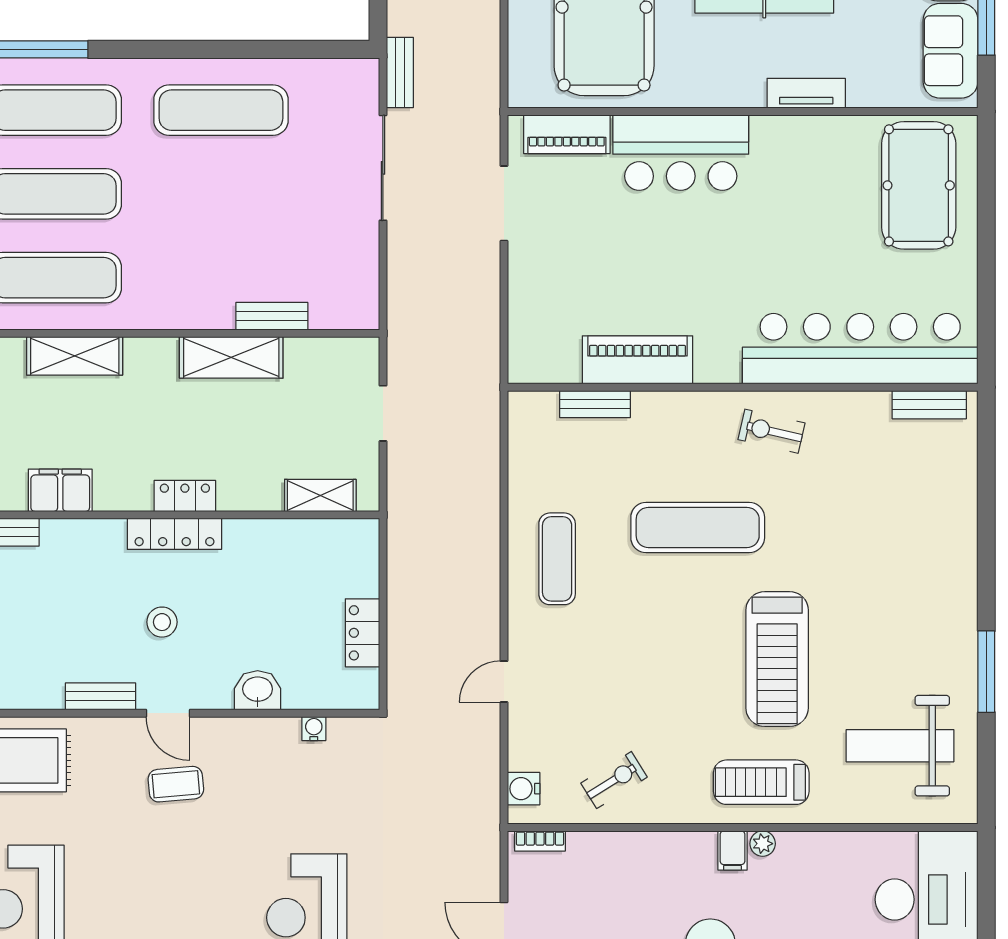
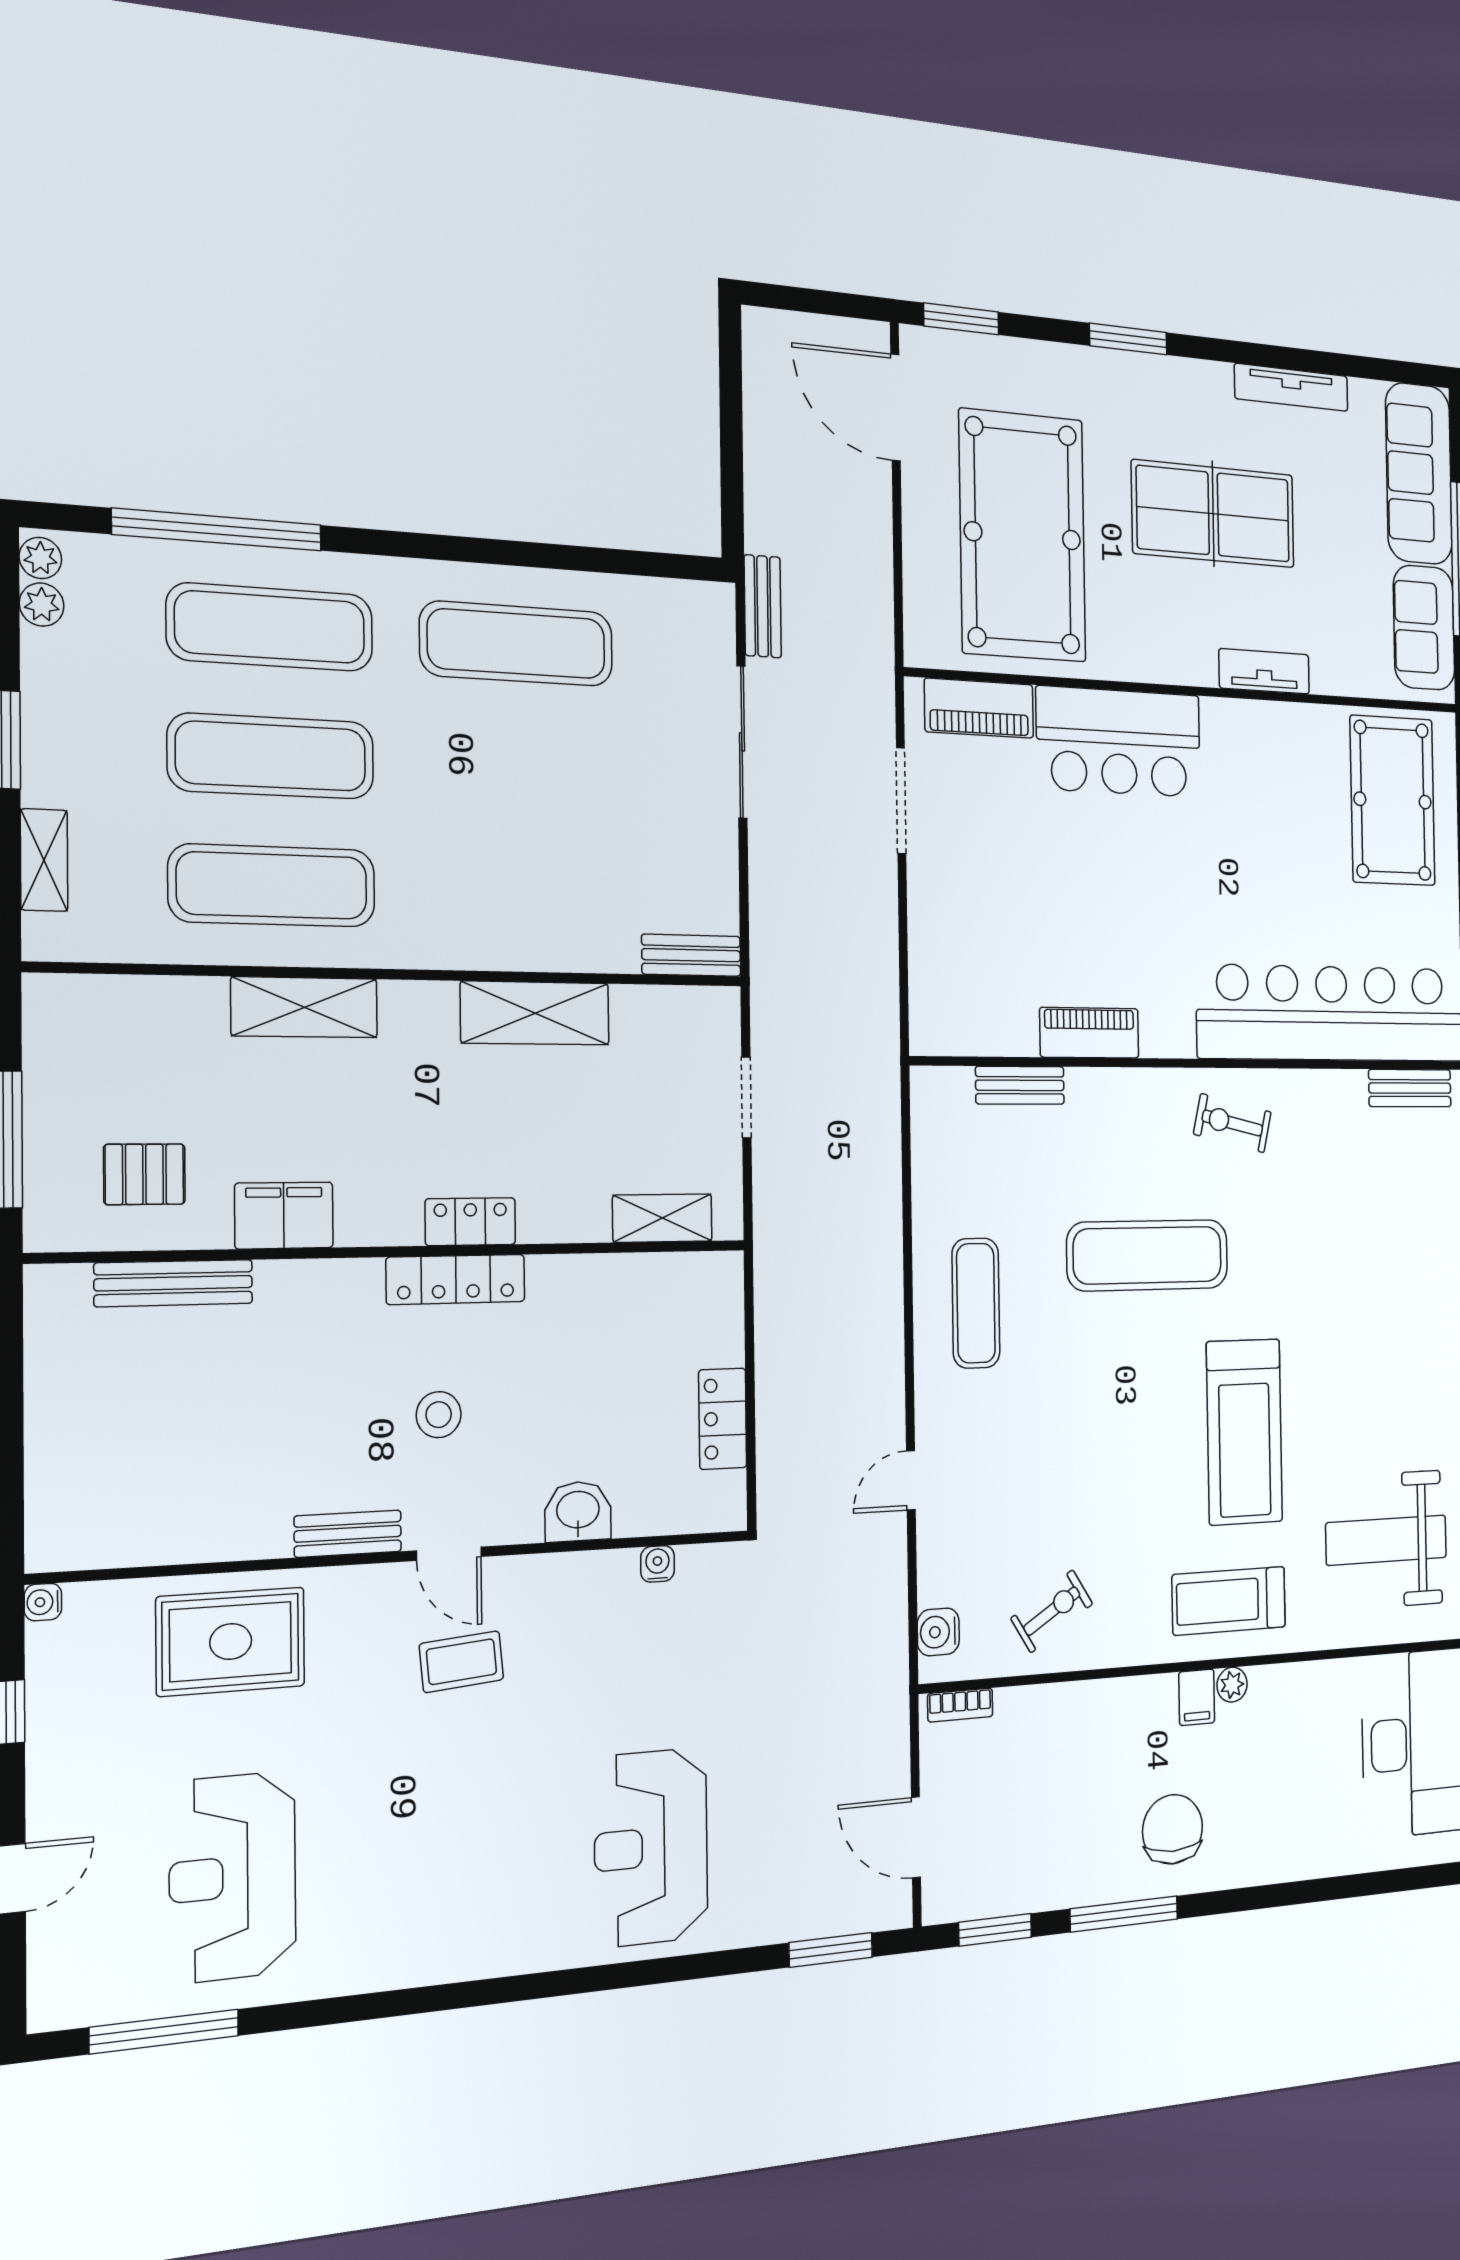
bench: (272, 316) -> (691, 955), moved
piano: (637, 360) -> (1089, 1033), width x0.73, depth x0.75

